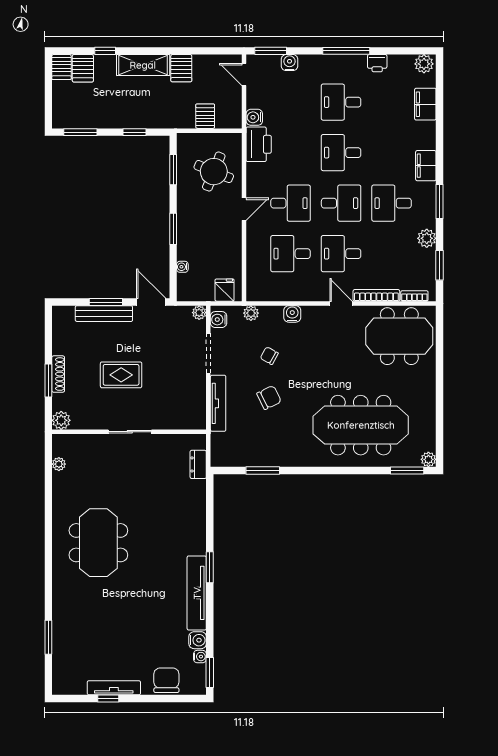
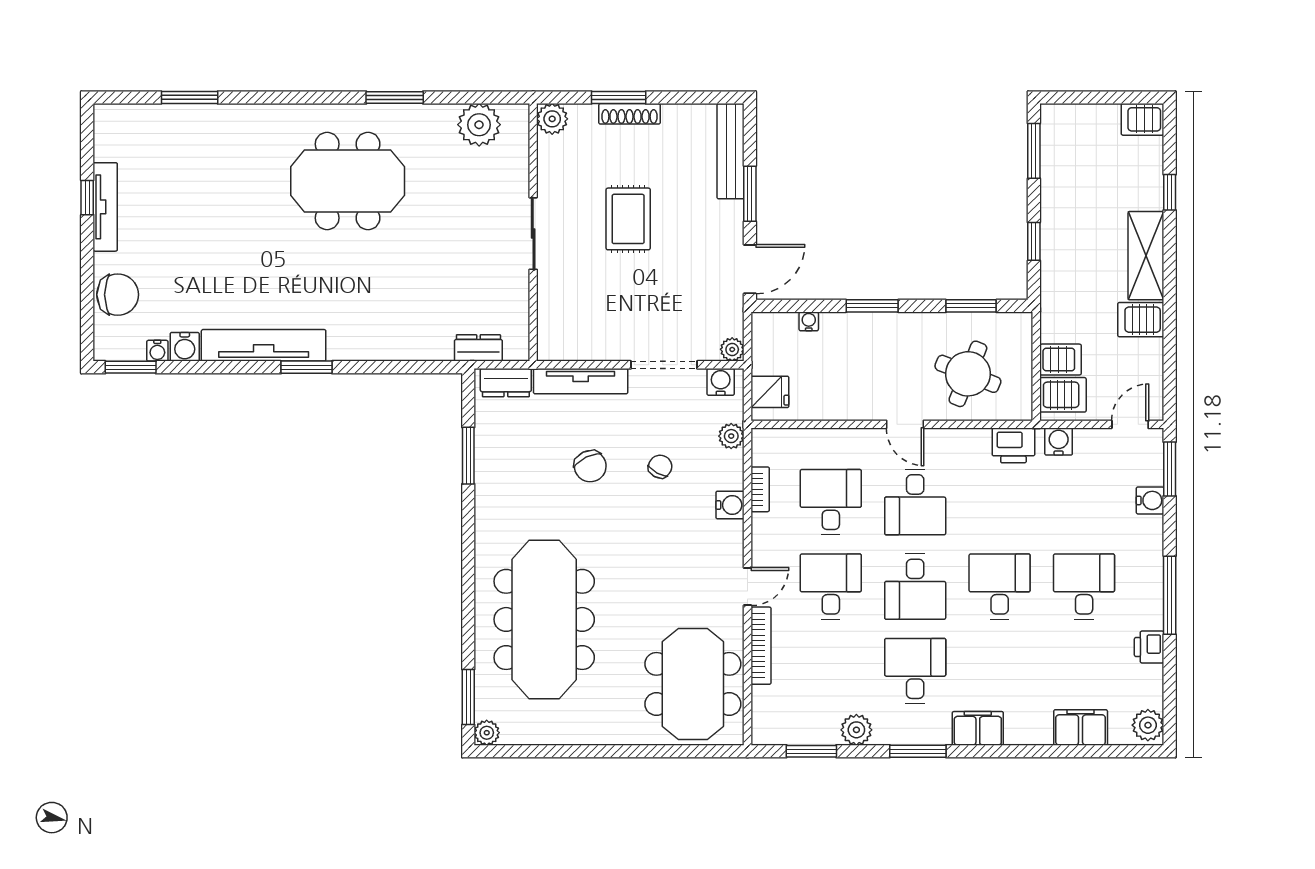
server rack: (83, 68) -> (1063, 395), moved, turned 180
printer: (259, 144) -> (1013, 445), width x0.73, depth x0.84
bookcase: (414, 296) -> (760, 489), moved
bench: (104, 314) -> (731, 151), moved
dresser: (219, 448) -> (506, 383), added
plant: (59, 464) -> (479, 125), width x1.87, depth x1.87
window: (48, 515) -> (395, 97), added

